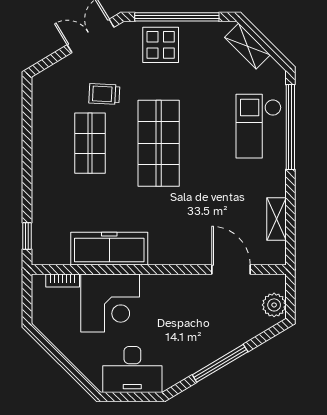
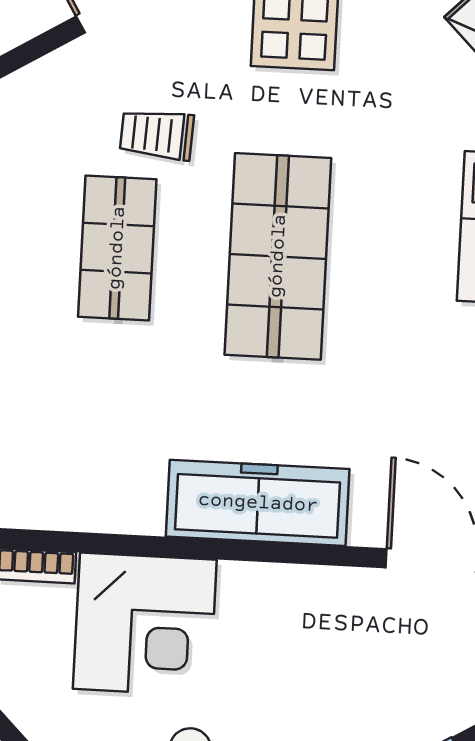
freezer: (109, 249) -> (258, 503), moved

